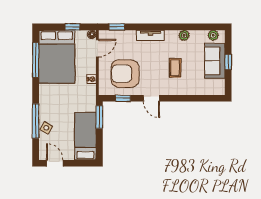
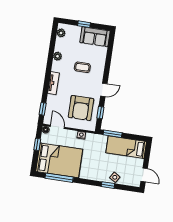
sofa: (215, 61) -> (95, 37), moved
window: (36, 121) -> (108, 185), width x0.46
door: (55, 163) -> (144, 175), swing flipped

